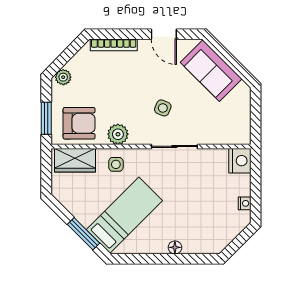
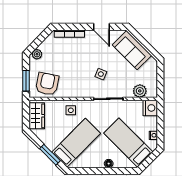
armchair: (79, 123) -> (47, 84), turned -79
plant: (118, 134) -> (140, 91), moved
wardrobe: (75, 160) -> (37, 116), moved, turned -90
bed: (206, 215) -> (128, 143), added

